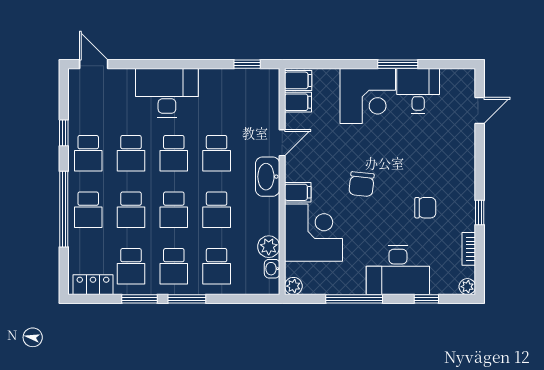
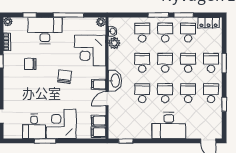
filing cabinet: (298, 192) -> (99, 84), moved
window: (64, 209) -> (224, 63), width x0.47

